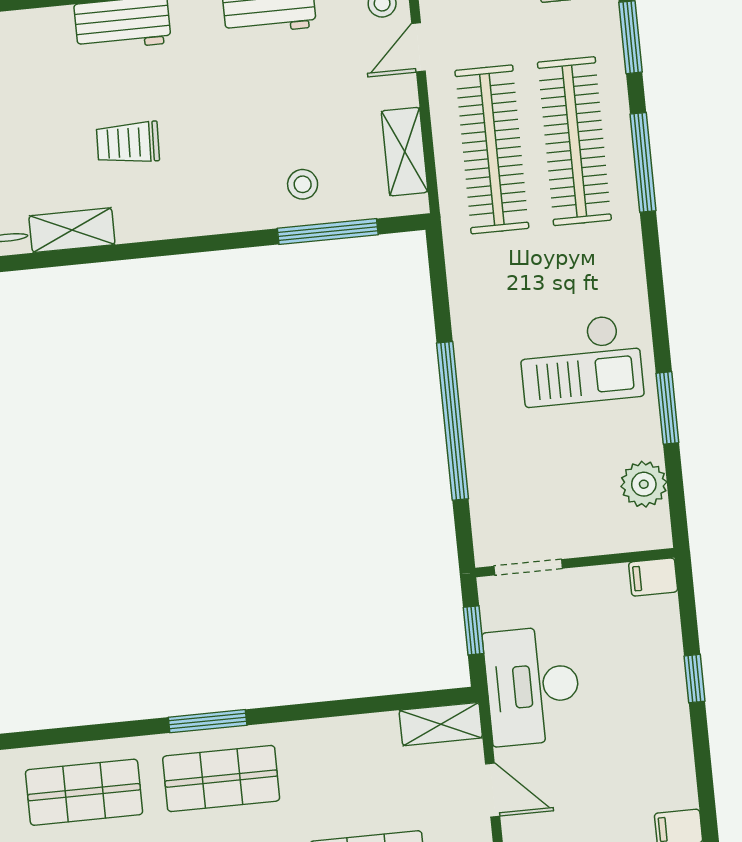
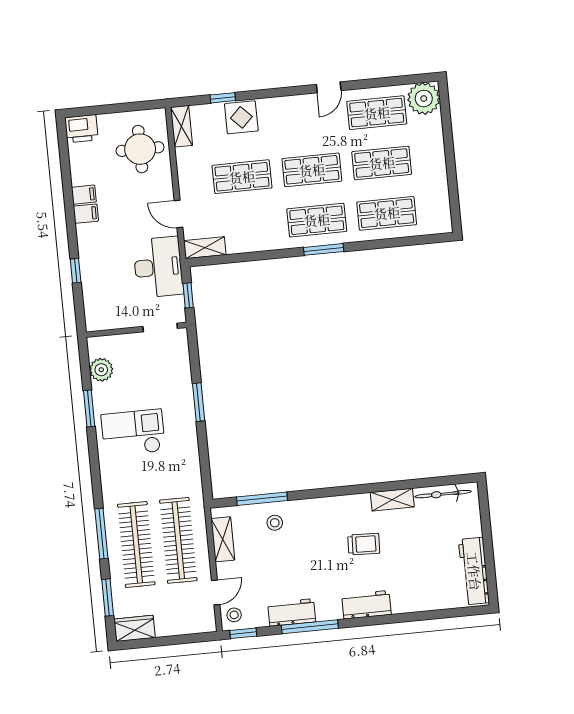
window: (453, 421) -> (199, 402), width x0.47
filing cabinet: (653, 577) -> (86, 214), moved

